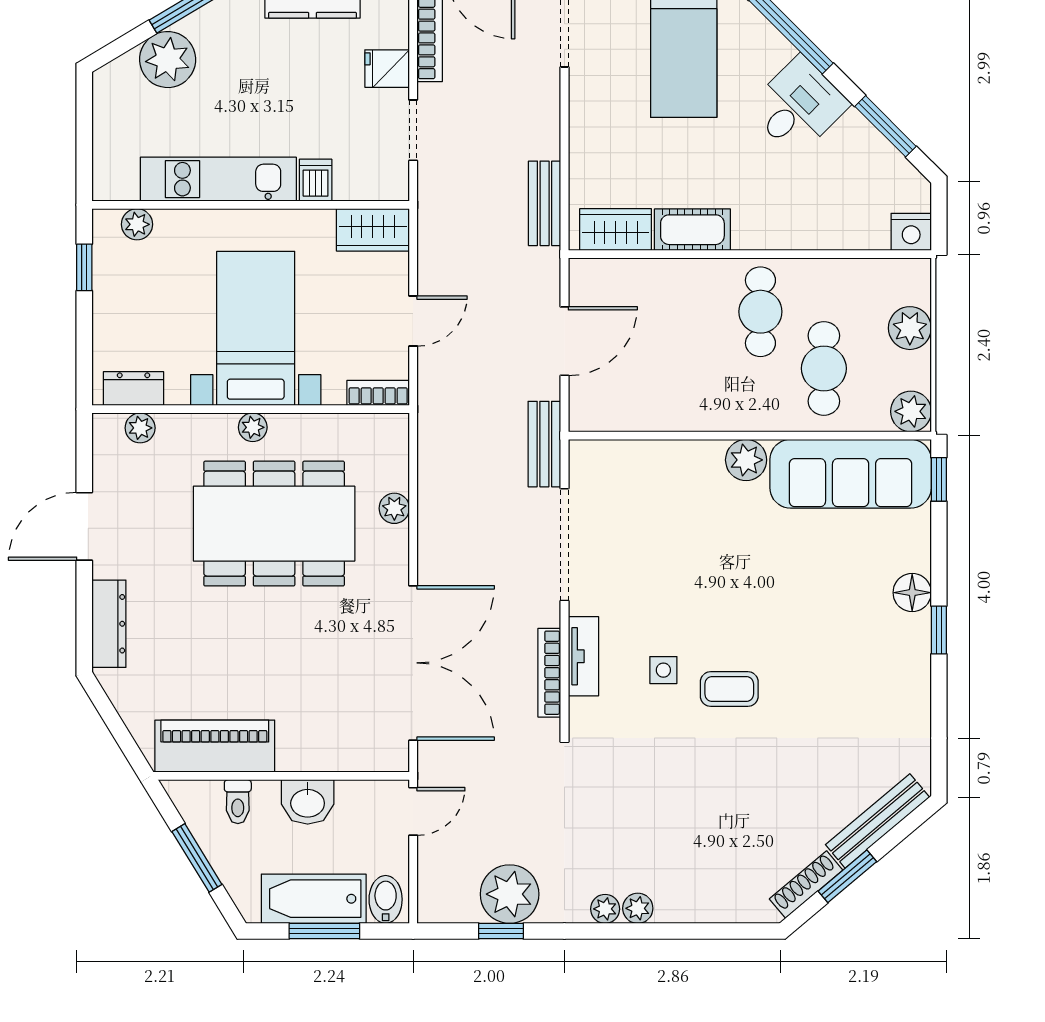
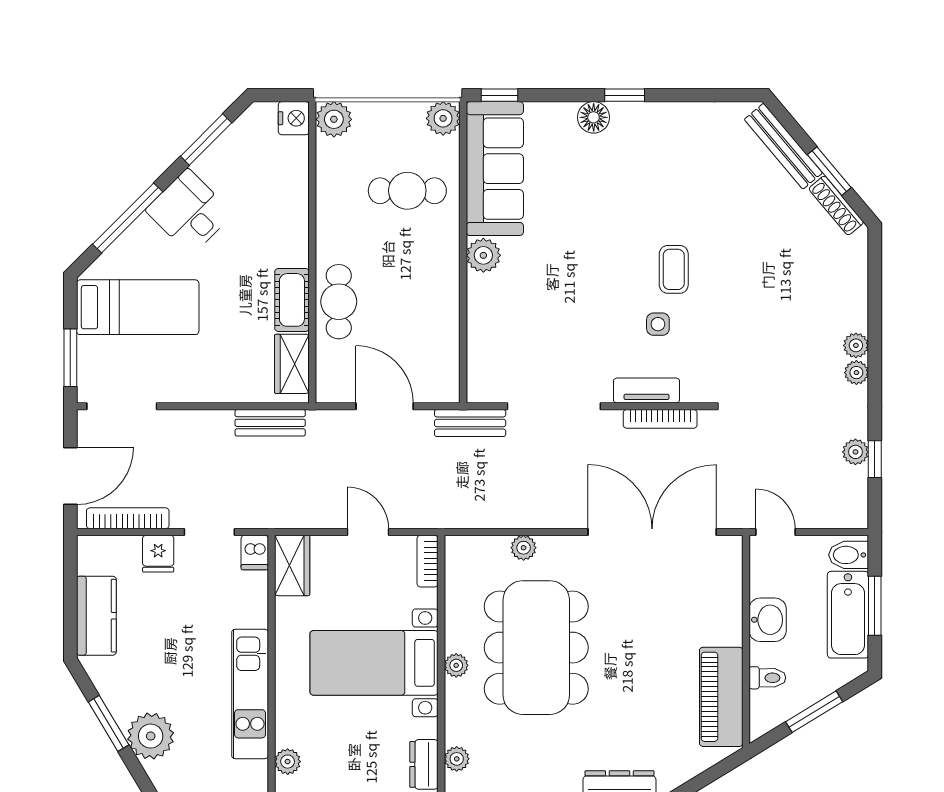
dishwasher: (316, 180) -> (255, 553), moved, turned -90
cafe table: (760, 312) -> (339, 302), moved, turned 90
plant: (910, 328) -> (334, 119), moved
plant: (510, 894) -> (855, 452), width x0.53, depth x0.53

